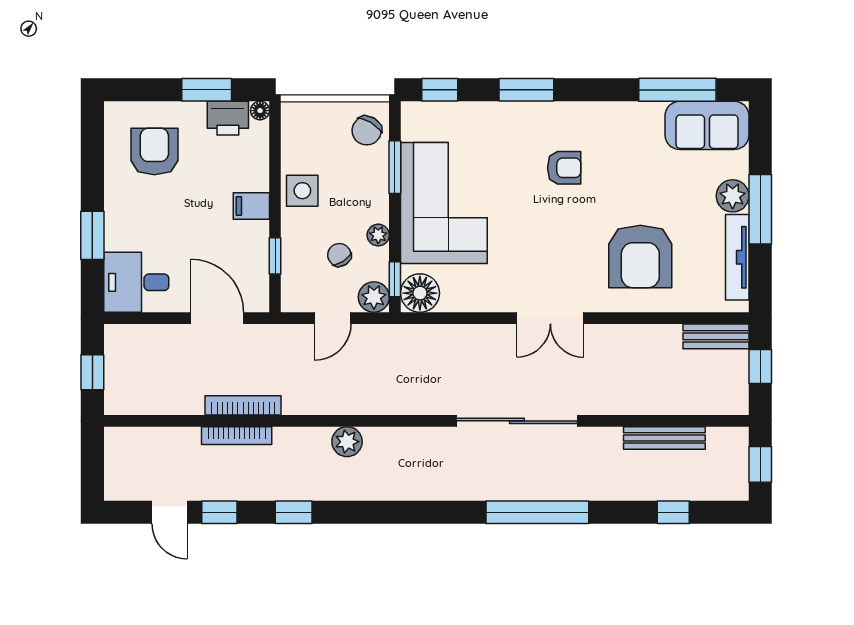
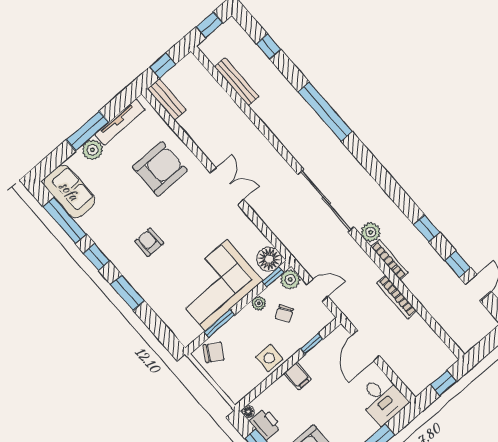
window: (440, 90) -> (97, 257), moved
sliding door: (517, 421) -> (326, 201), moved
bookcase: (237, 436) -> (390, 260), moved

